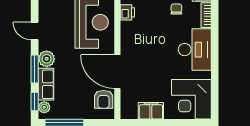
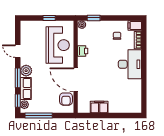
printer: (127, 12) -> (83, 51), moved
corner desk: (191, 99) -> (127, 99), removed

